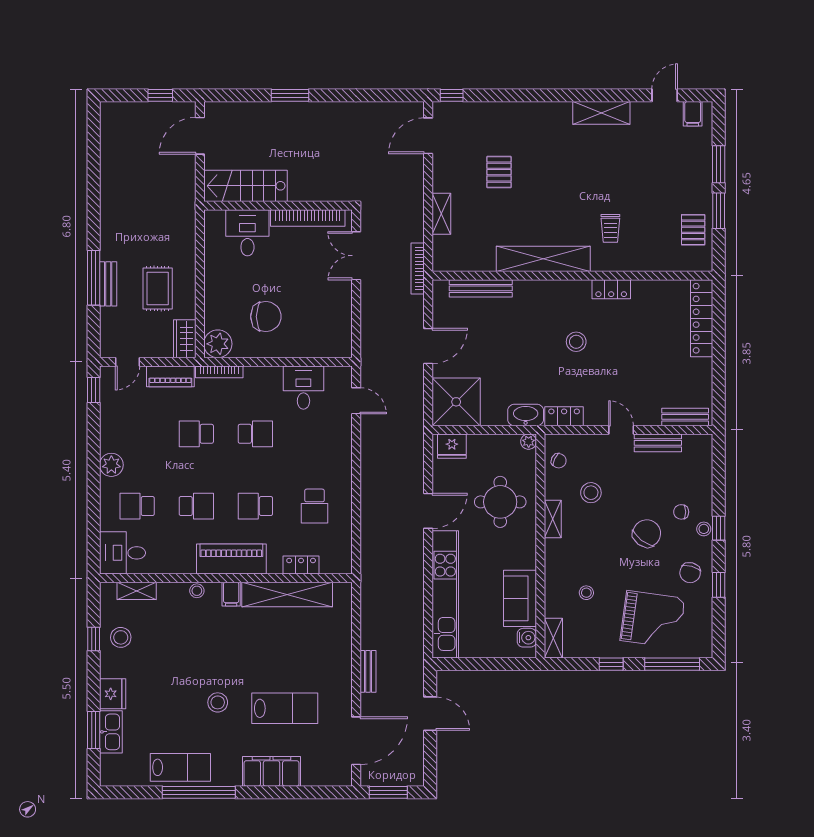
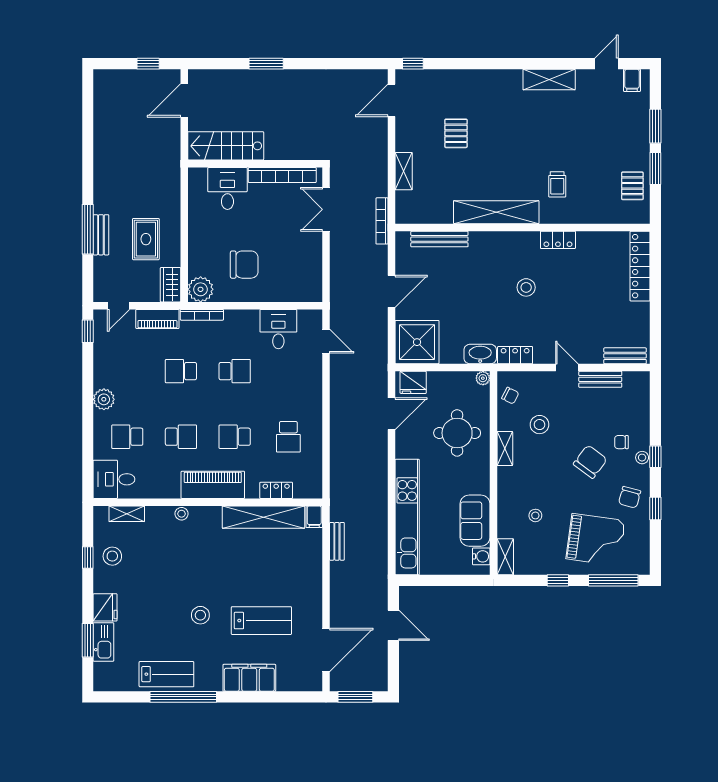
door: (428, 511) -> (392, 414), moved
filing cabinet: (231, 594) -> (314, 517), moved
bench: (368, 671) -> (337, 541), moved

